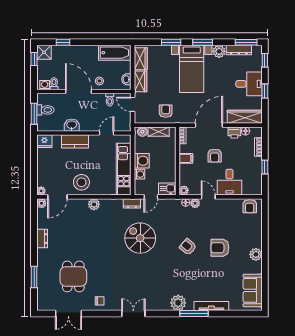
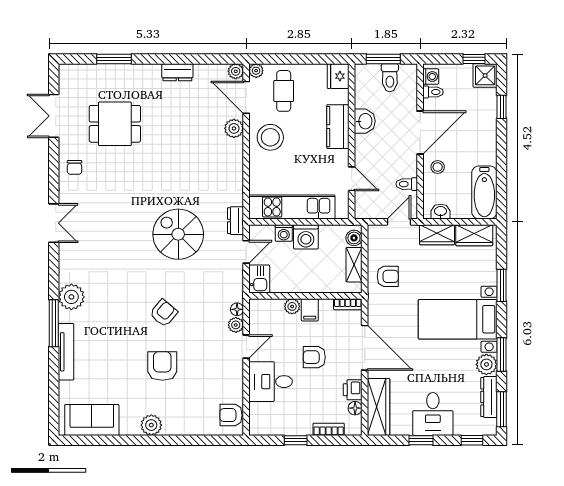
window: (203, 42) -> (502, 354), moved
cafe table: (53, 174) -> (284, 91), added
plant: (184, 190) -> (292, 306), moved
door: (151, 197) -> (246, 252), swing flipped
plant: (94, 204) -> (234, 128), moved
spiral stairs: (140, 238) -> (178, 234), turned -90

